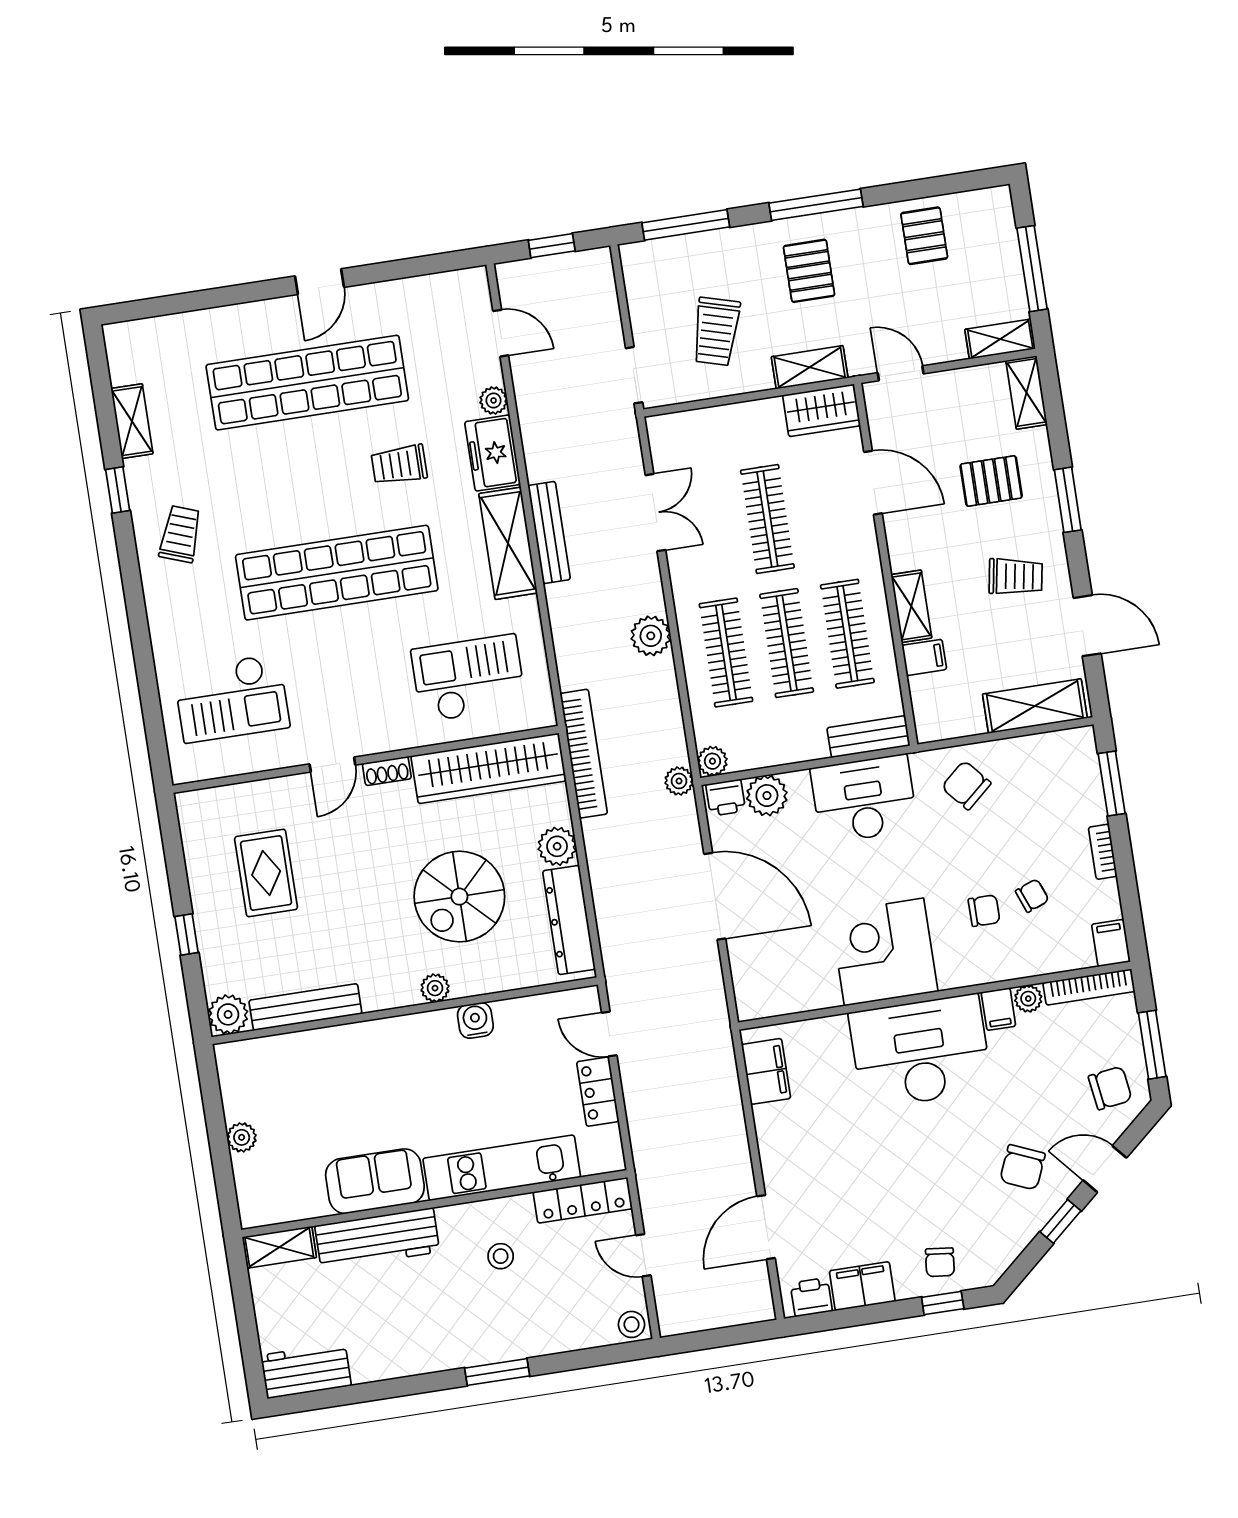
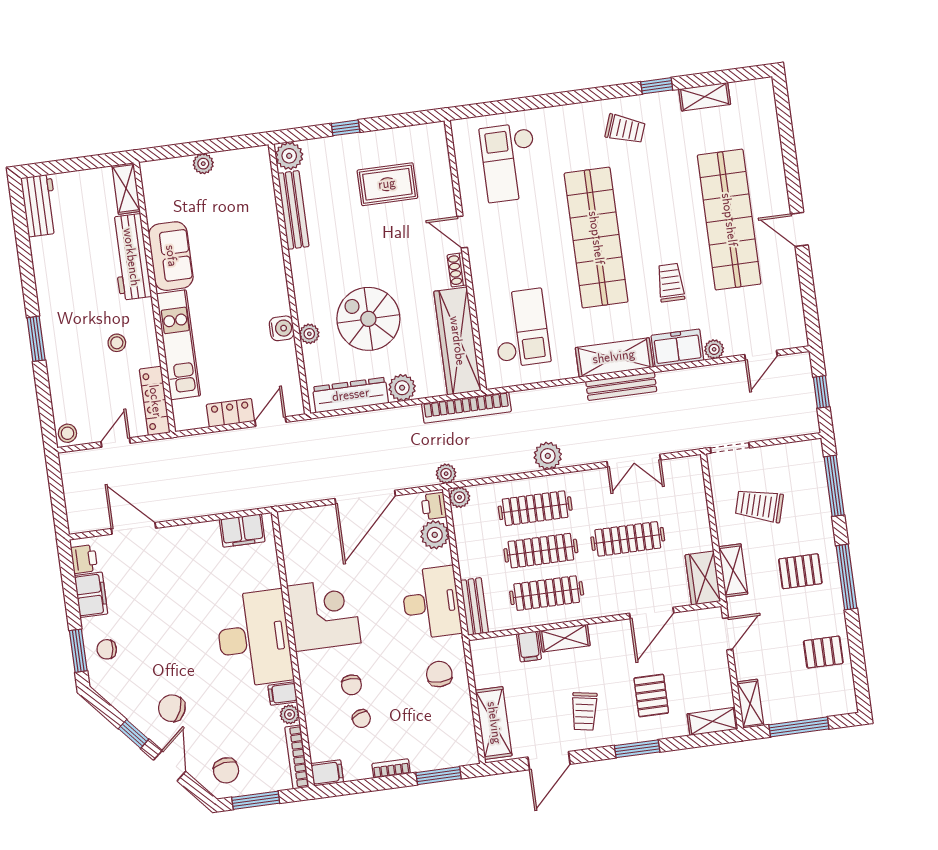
chair: (966, 785) -> (439, 674), turned -49
plant: (435, 988) -> (309, 334), moved
window: (943, 1303) -> (78, 651), width x1.50

